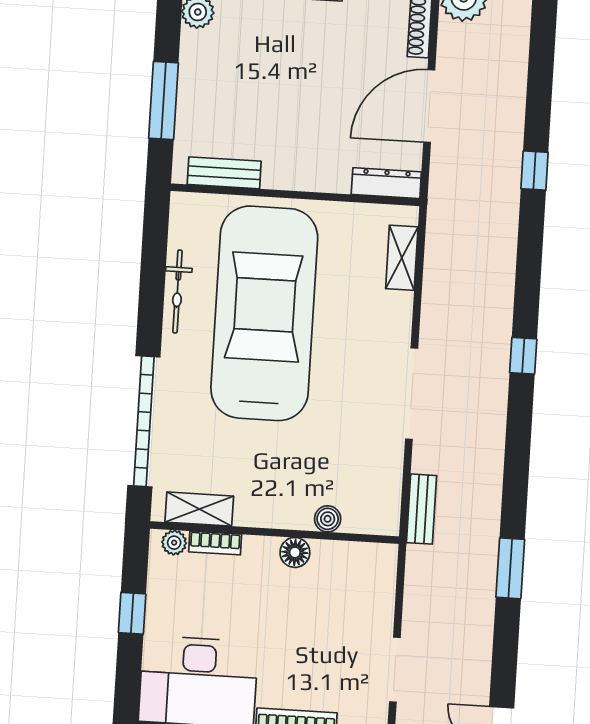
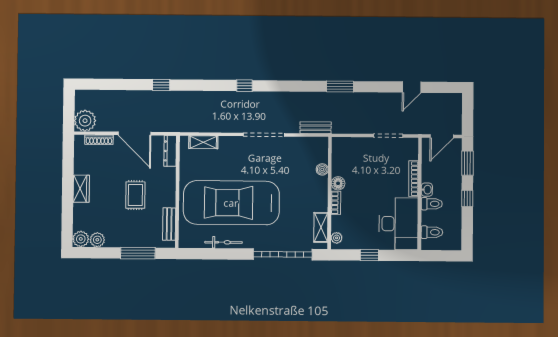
rug: (293, 101) -> (135, 195), added
bookcase: (215, 543) -> (336, 203), moved

